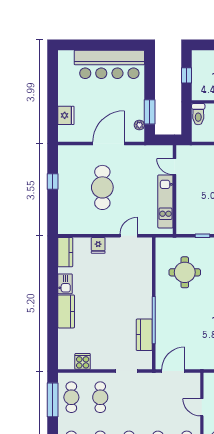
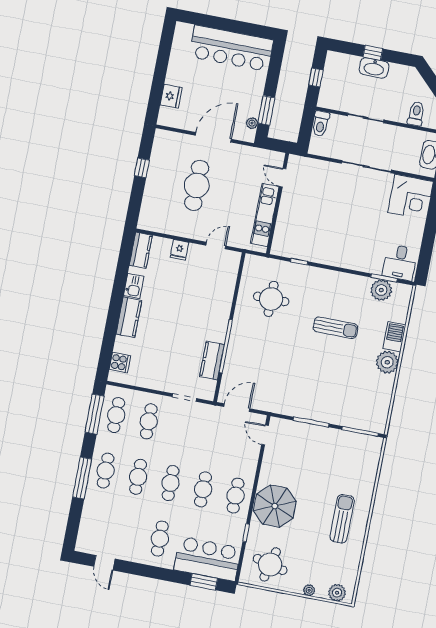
cooker: (83, 361) -> (120, 362), moved, turned 90
door: (202, 407) -> (265, 435), moved

